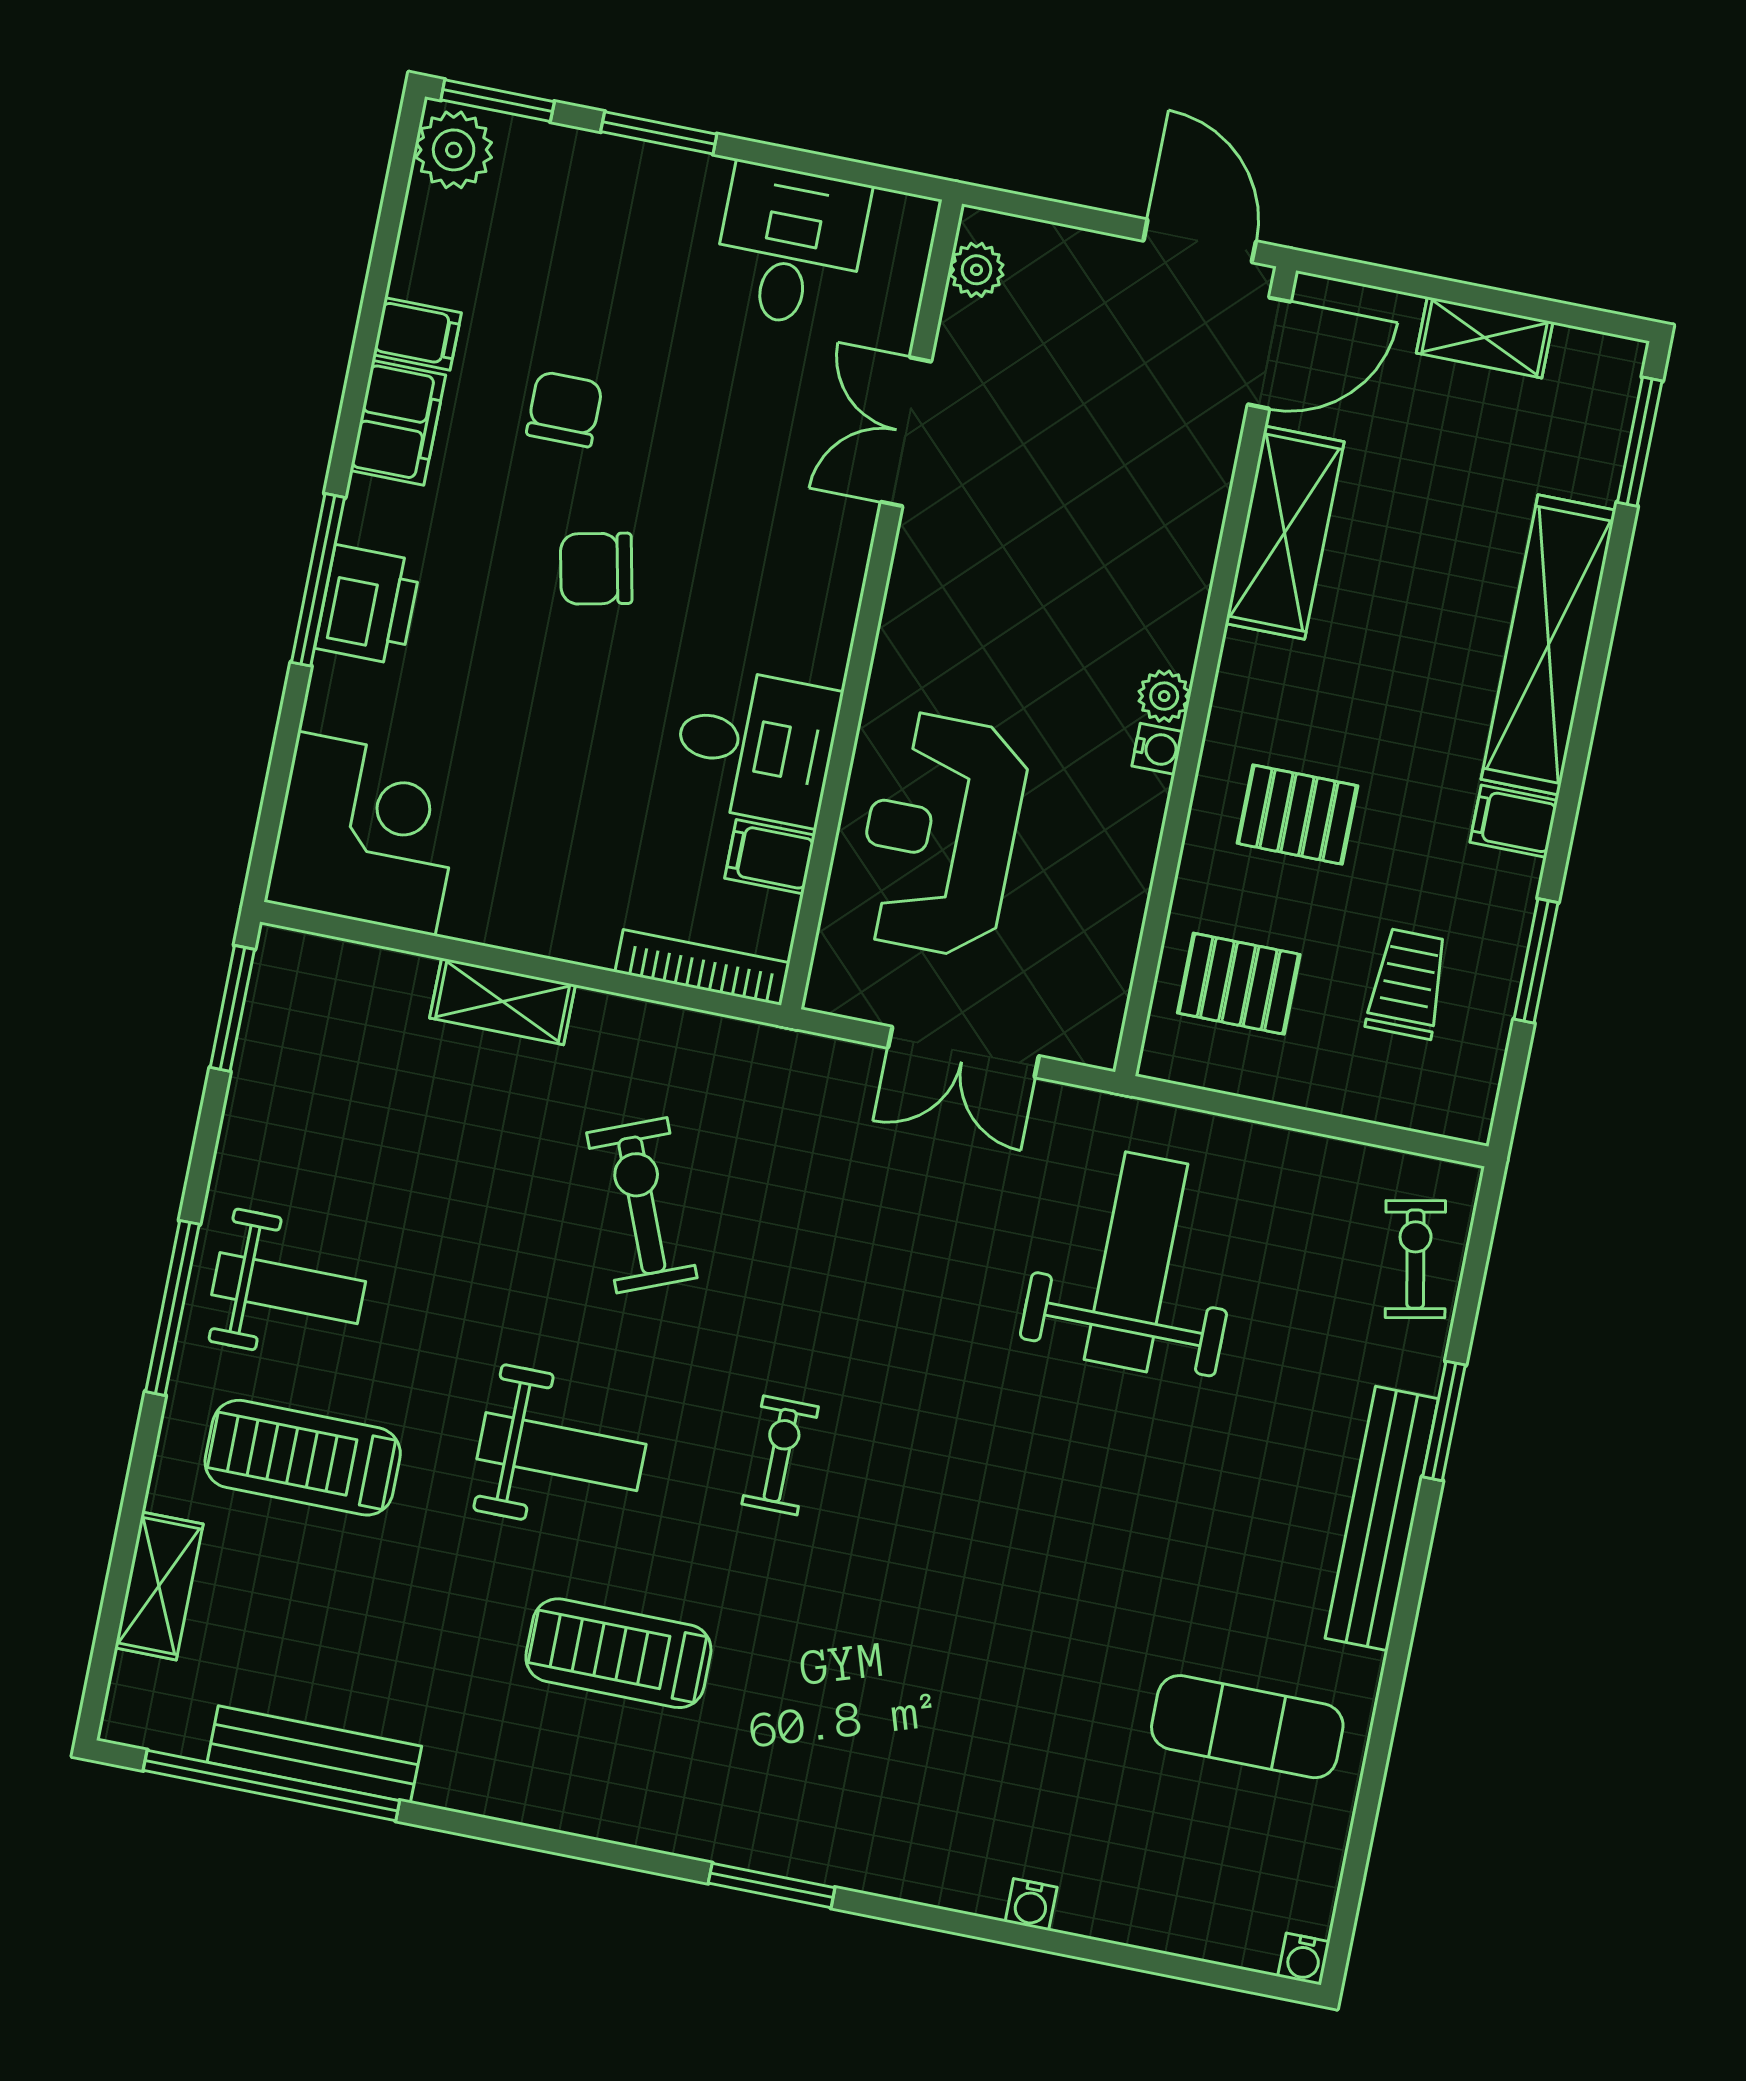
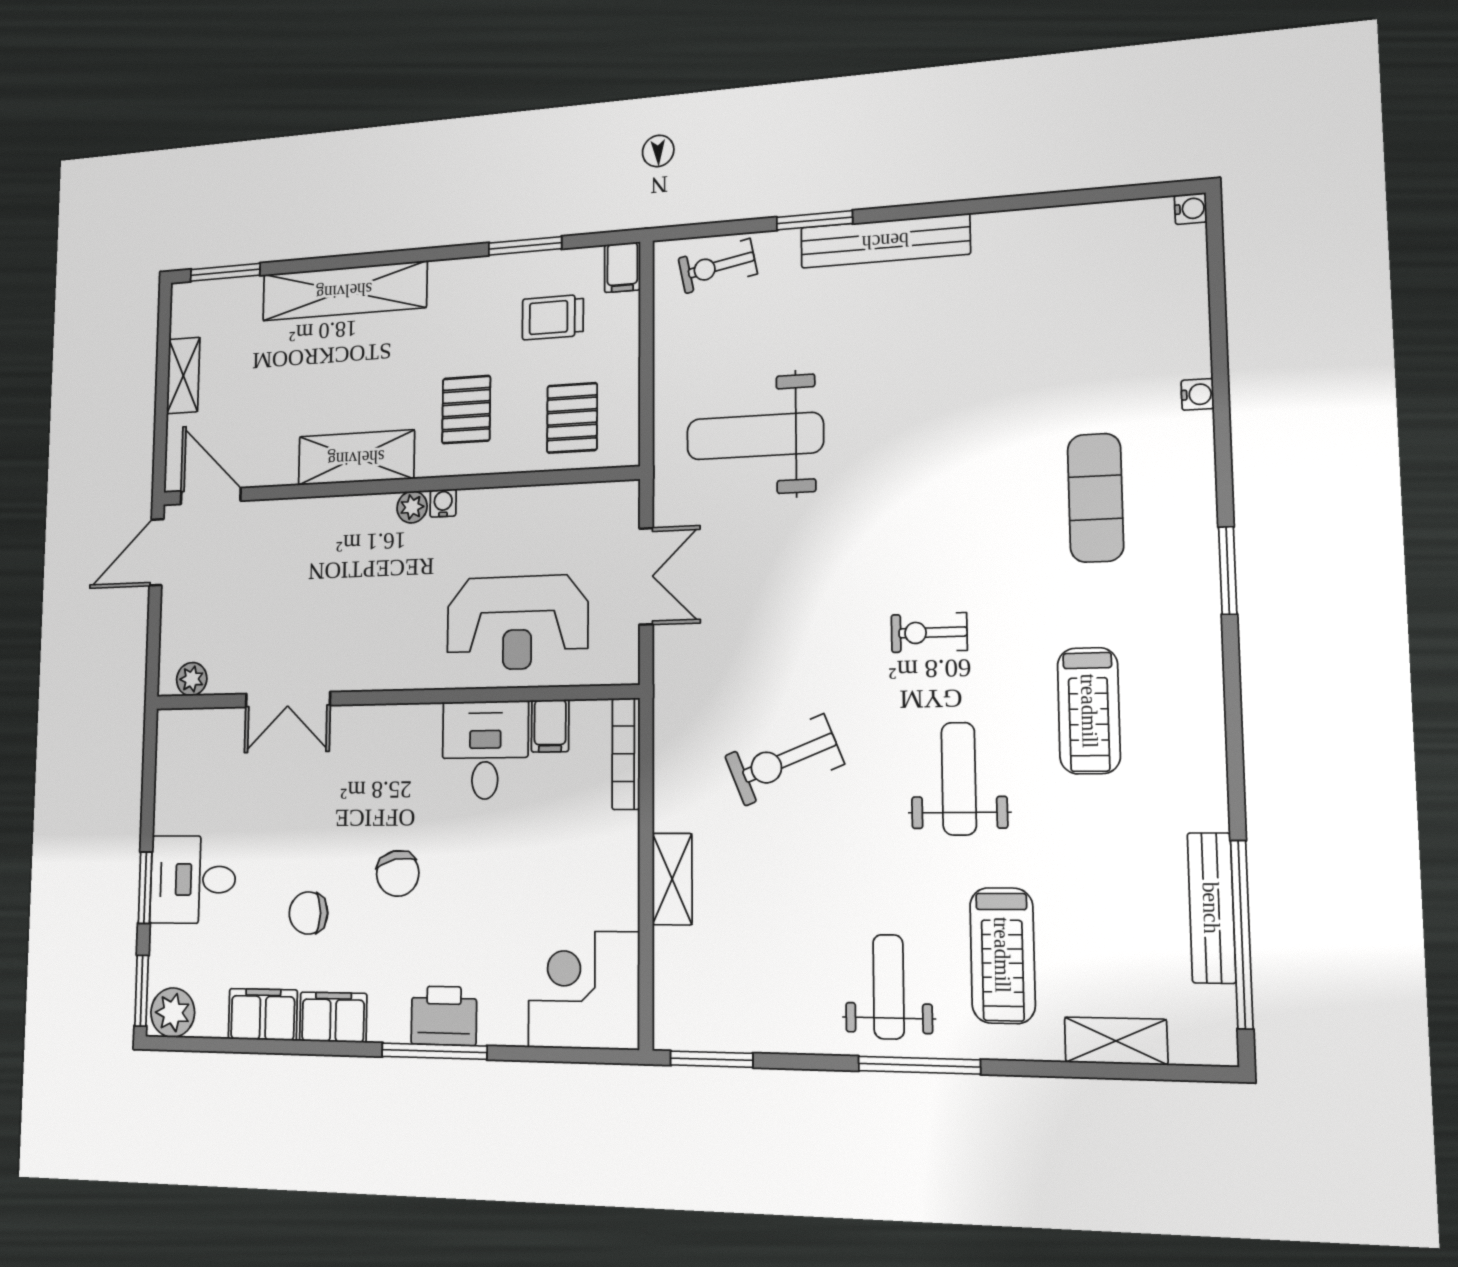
desk: (790, 246) -> (193, 880), moved
filing cabinet: (417, 334) -> (263, 1014), width x2.00
shelving: (1285, 533) -> (356, 458), moved
filing cabinet: (1514, 821) -> (622, 267), moved
exercise mat: (1247, 1727) -> (1096, 498), moved

